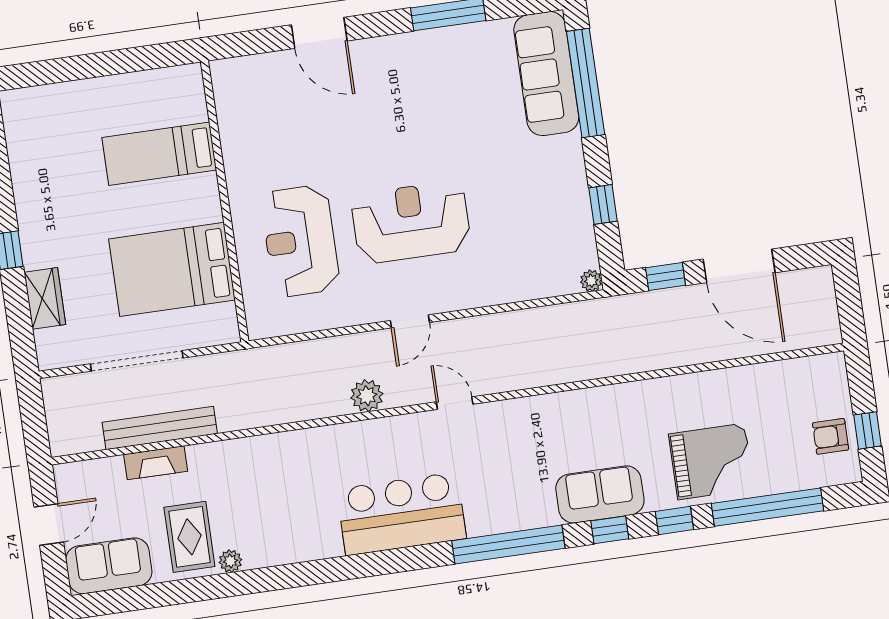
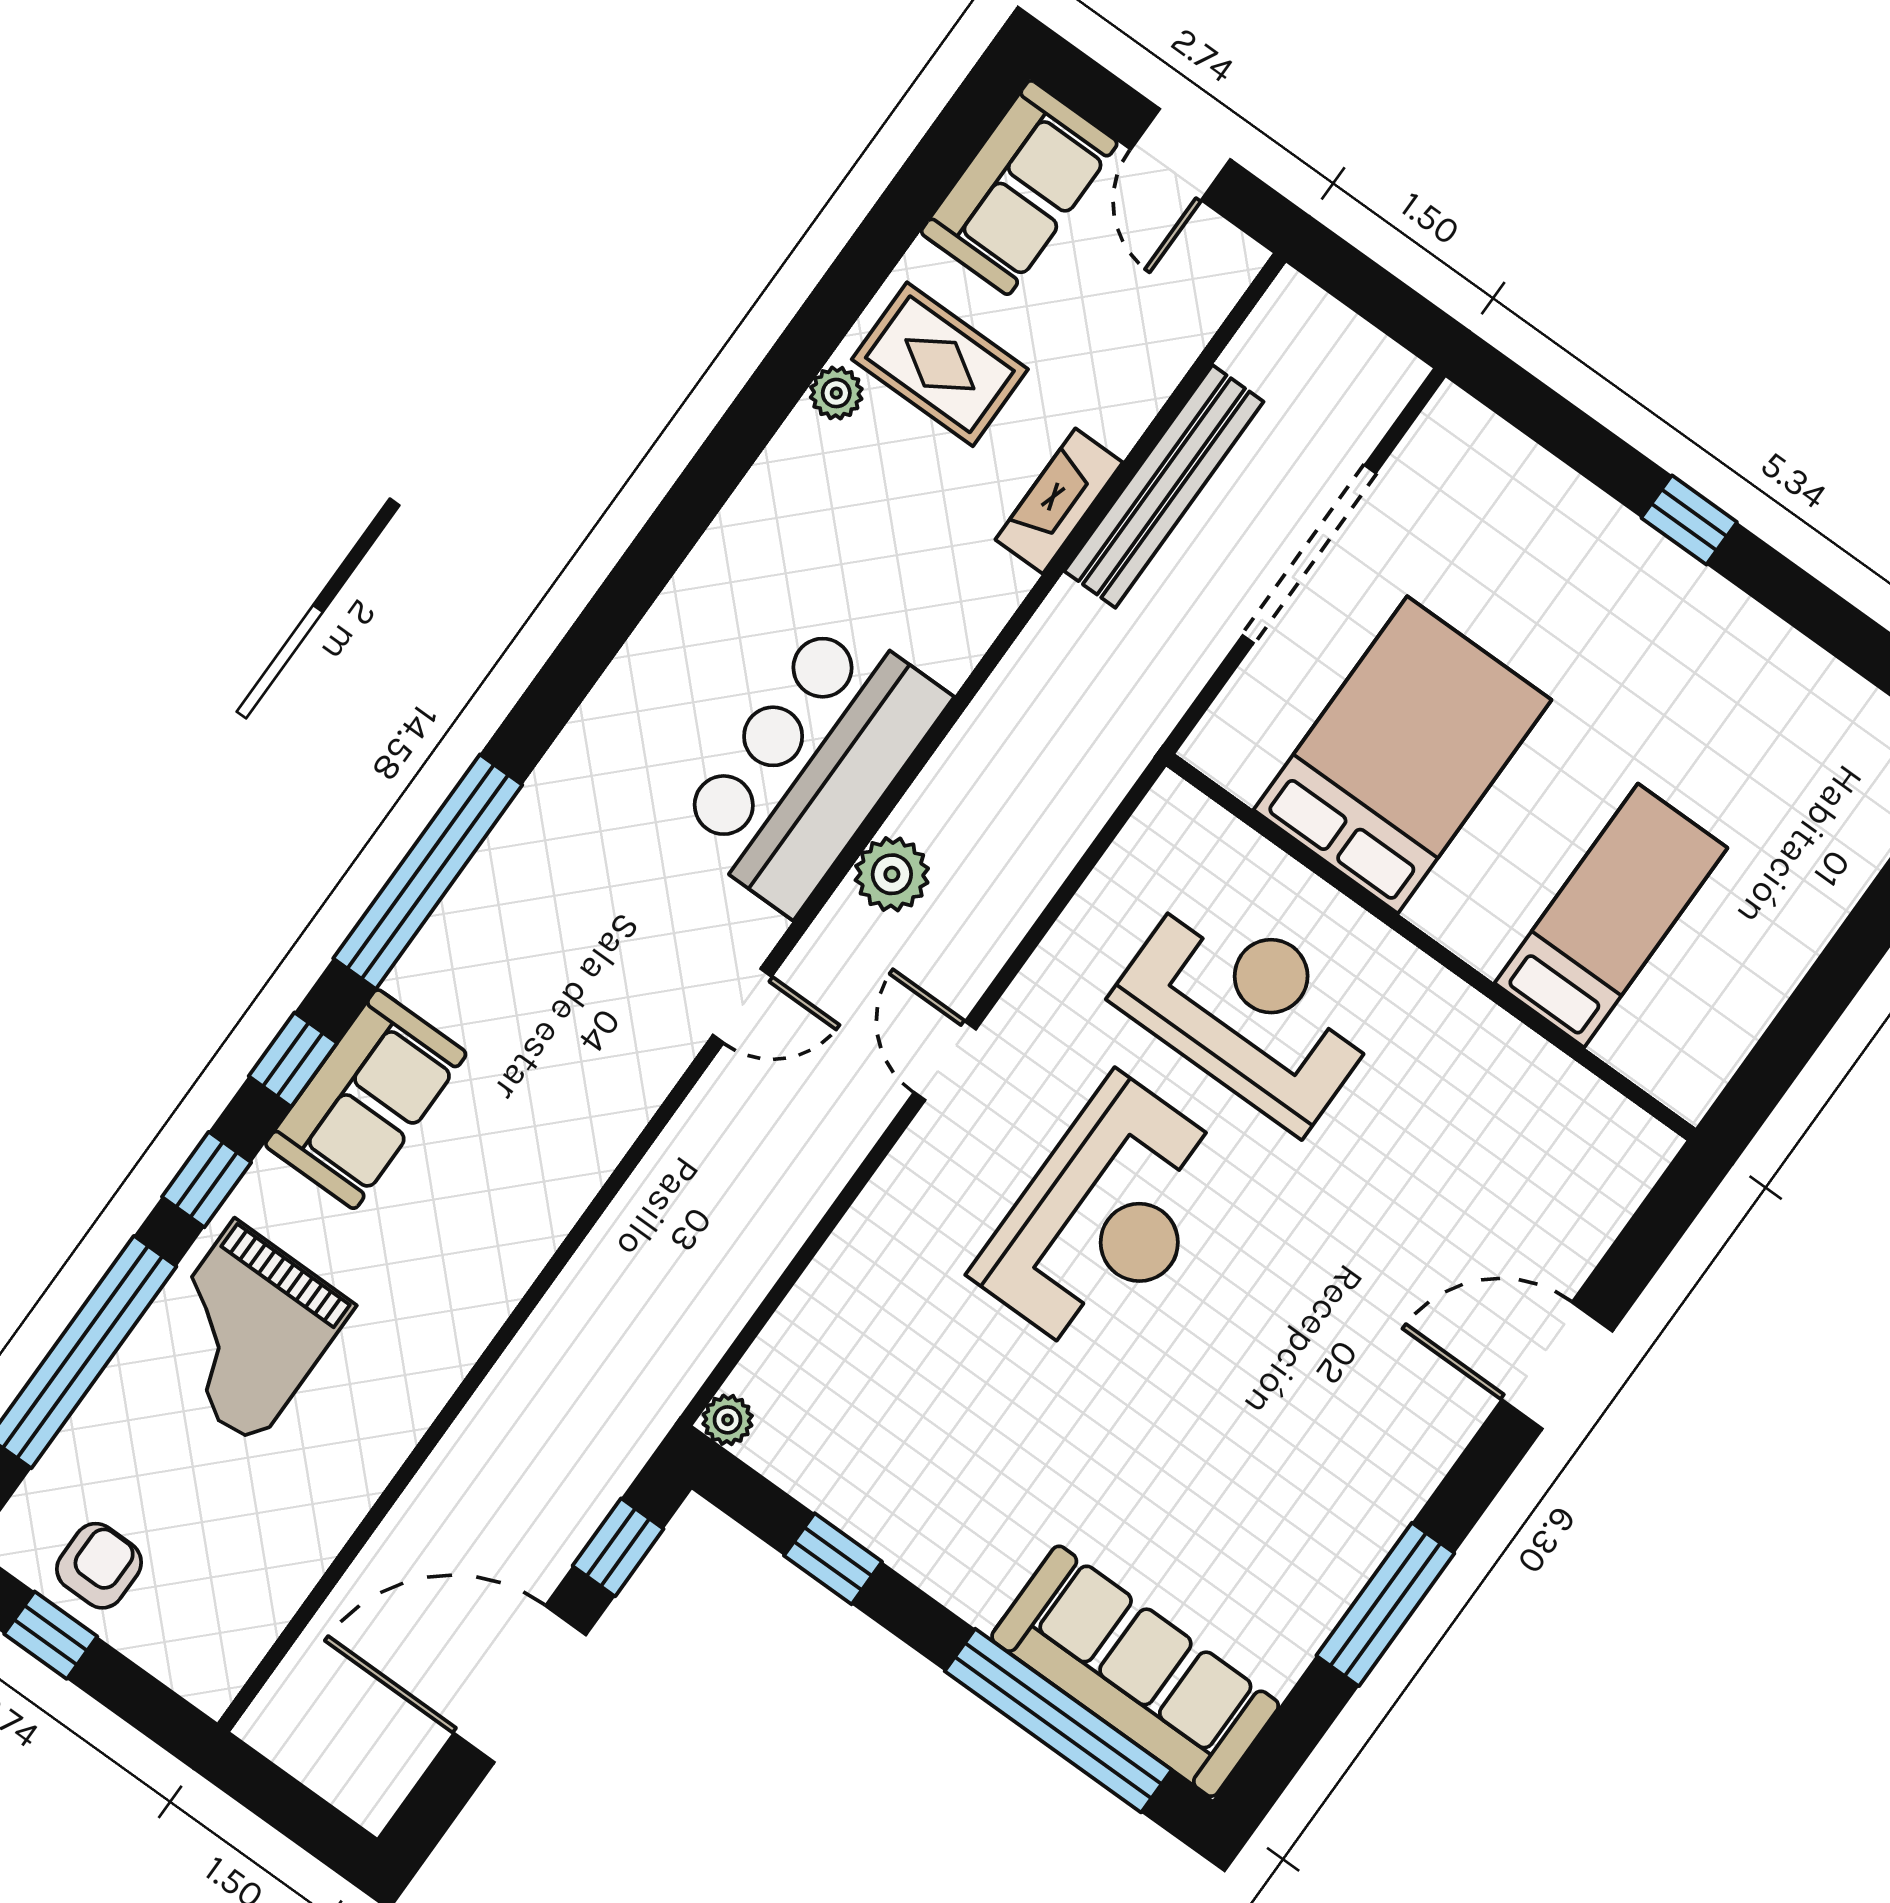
wardrobe: (45, 298) -> (1555, 503), removed
fireplace: (156, 463) -> (1059, 501), moved
bar counter: (401, 514) -> (812, 764), moved, turned 180

